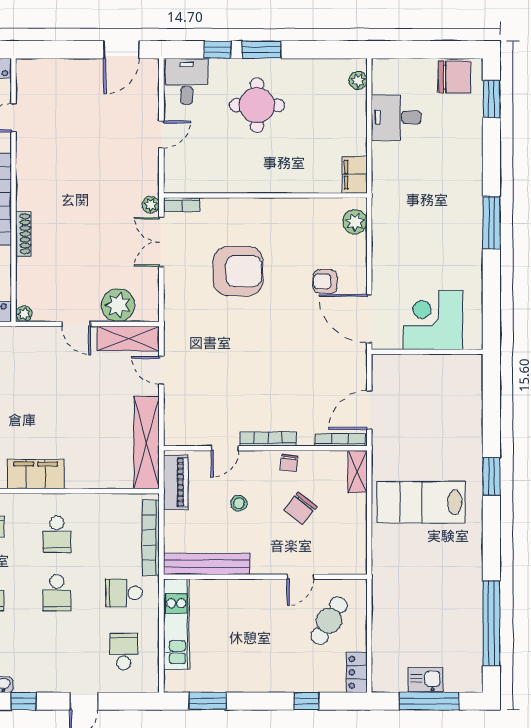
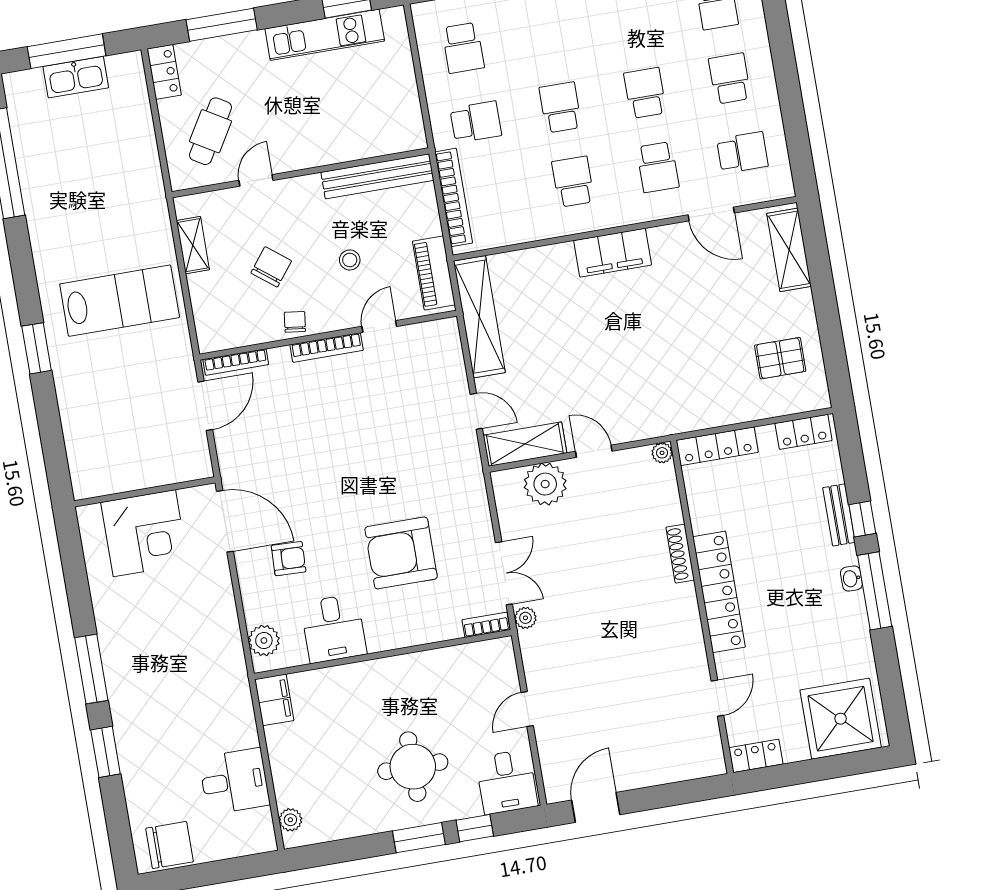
chair: (454, 77) -> (169, 845), turned 180
window: (491, 99) -> (106, 752), moved
desk: (300, 222) -> (334, 628), added
shelving: (358, 472) -> (193, 245), moved
kitchen unit: (176, 624) -> (325, 35), moved, turned -90
kitchen sink: (426, 680) -> (76, 77), width x1.38
window: (306, 701) -> (222, 25), width x2.17

